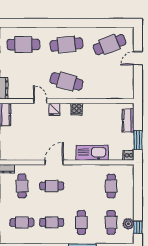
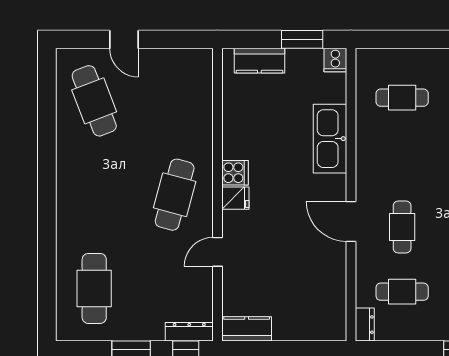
cafe table: (67, 45) -> (94, 195), removed
fridge: (54, 109) -> (235, 198), moved

